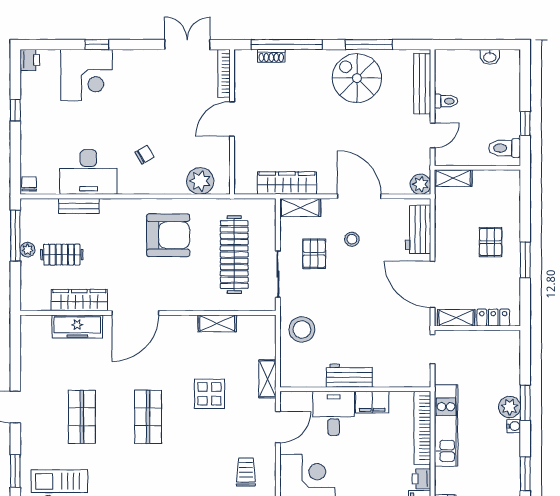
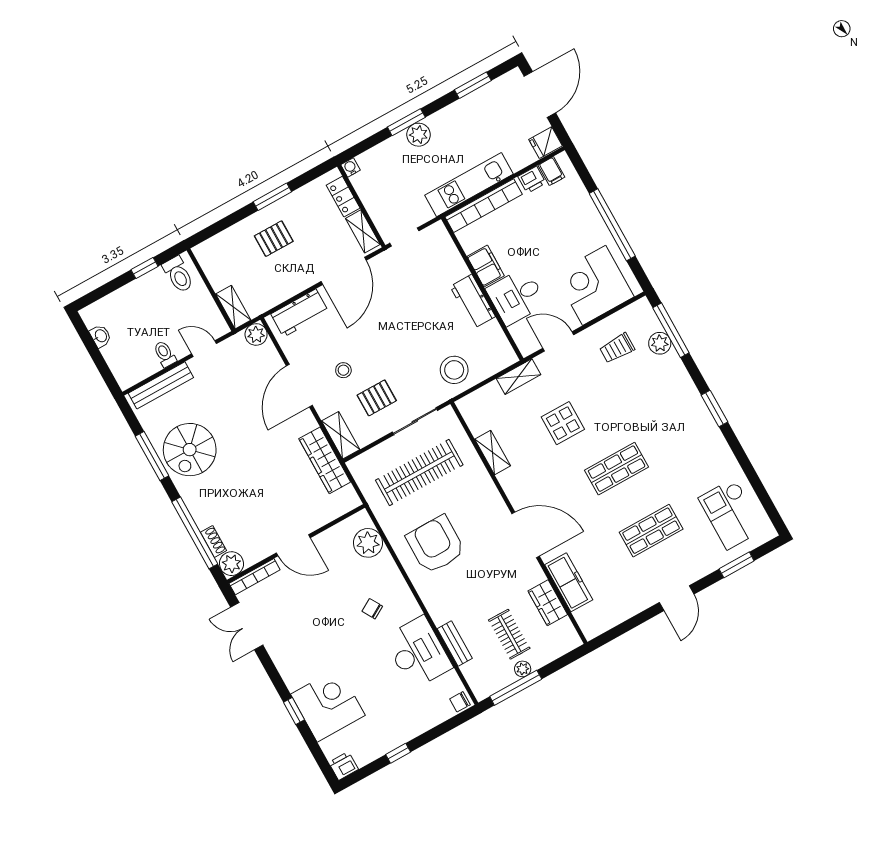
plant: (245, 60) -> (232, 564), added
wardrobe: (79, 300) -> (548, 603), width x0.67
water cooler: (514, 426) -> (350, 167), moved

